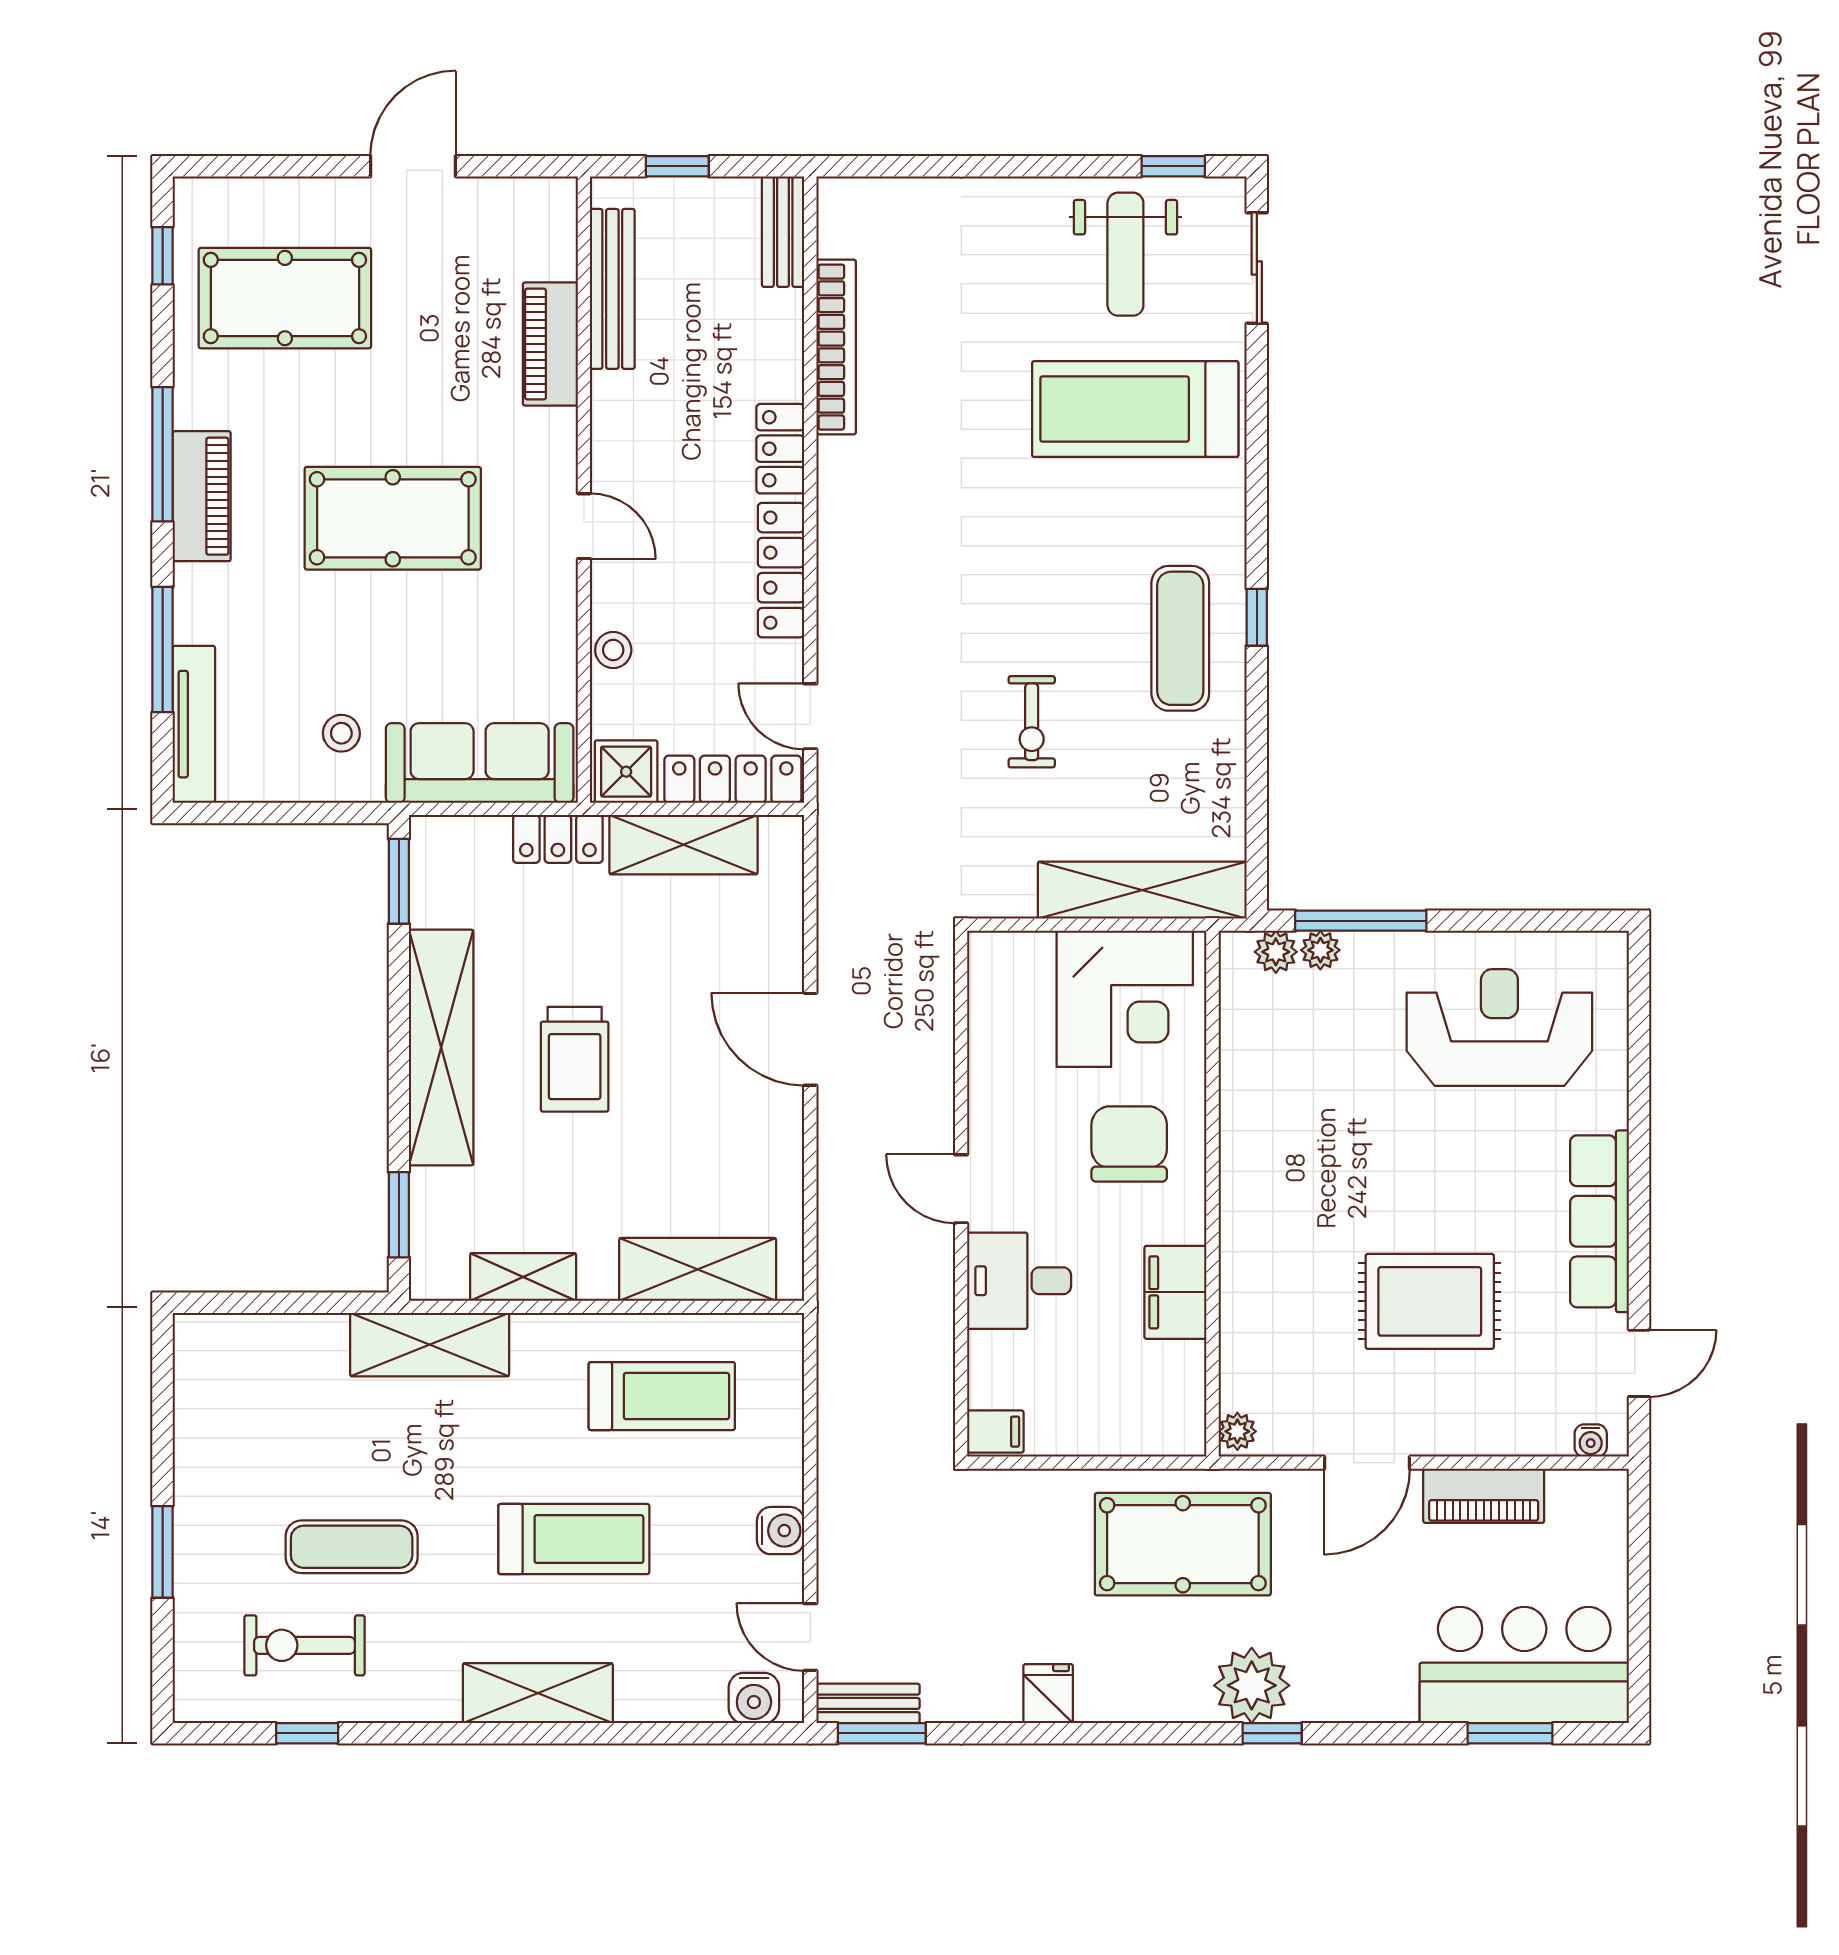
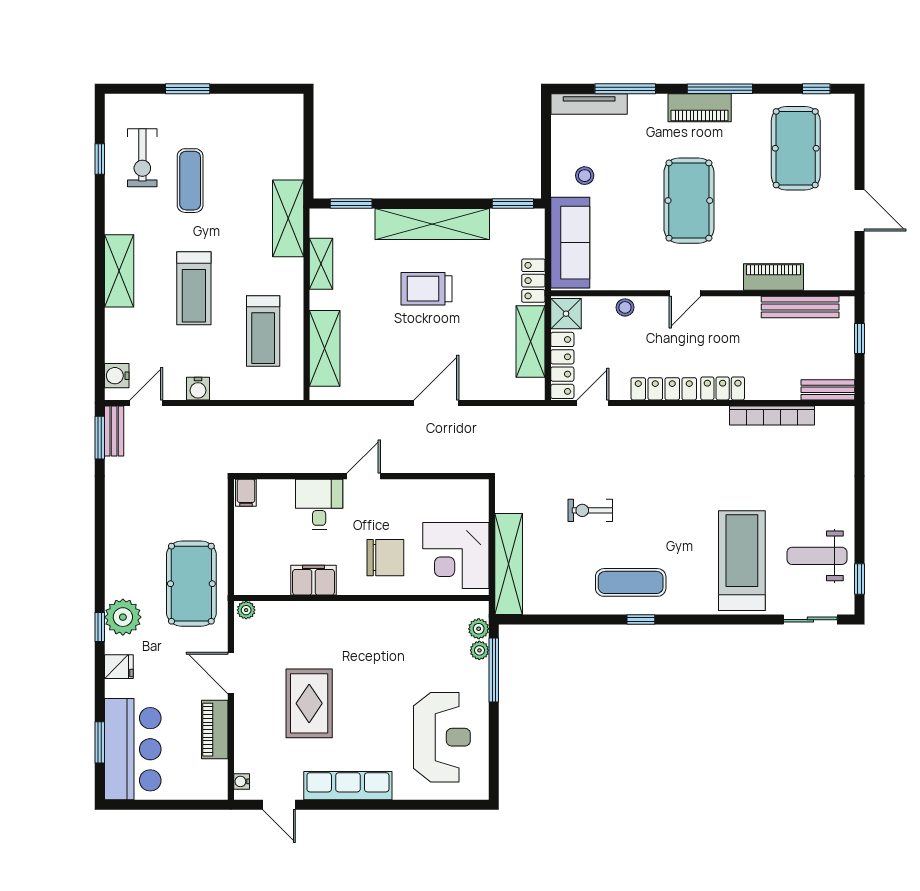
exercise bike: (305, 1645) -> (142, 158), turned 180
fridge: (1048, 1694) -> (119, 667), moved

